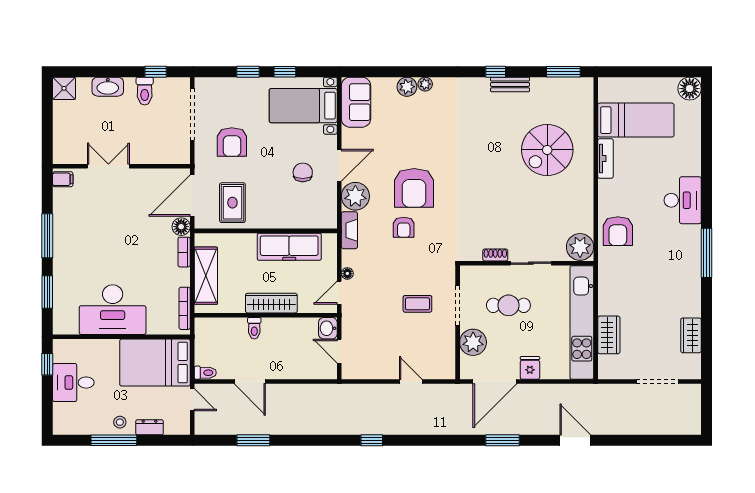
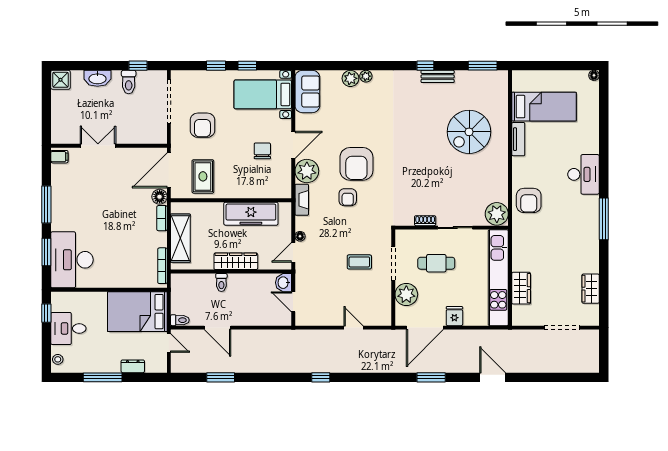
floor lamp: (690, 89) -> (594, 75), width x0.53, depth x0.53
desk: (113, 310) -> (72, 260), moved, turned 90
stool: (120, 422) -> (58, 359), moved

